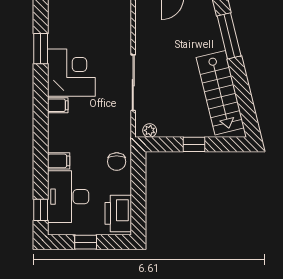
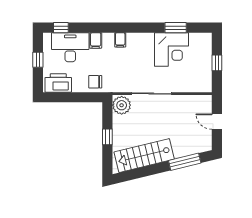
corner desk: (71, 73) -> (171, 50), moved
filing cabinet: (58, 105) -> (120, 40), moved
plant: (150, 130) -> (122, 105), width x1.87, depth x1.87

